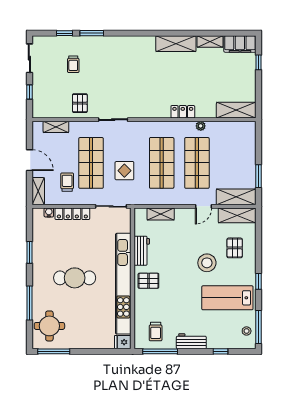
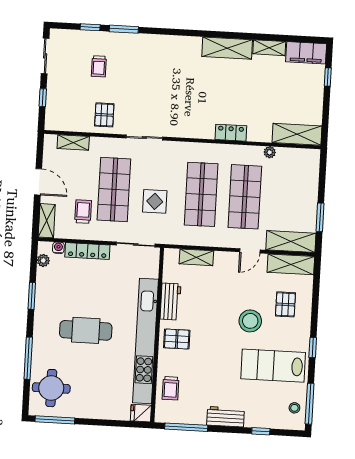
plant: (201, 126) -> (270, 152), moved
plant: (37, 223) -> (43, 260), added
trolley: (156, 332) -> (170, 388), moved

